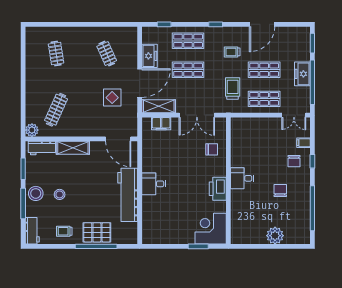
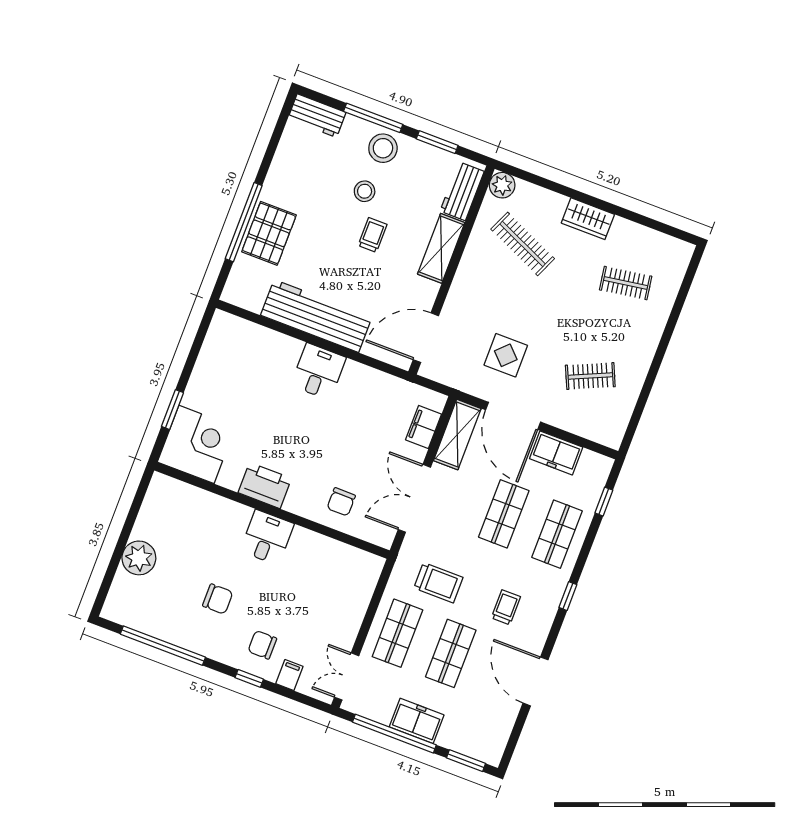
wardrobe: (32, 83) -> (588, 219), added
trolley: (64, 231) -> (373, 235), moved

